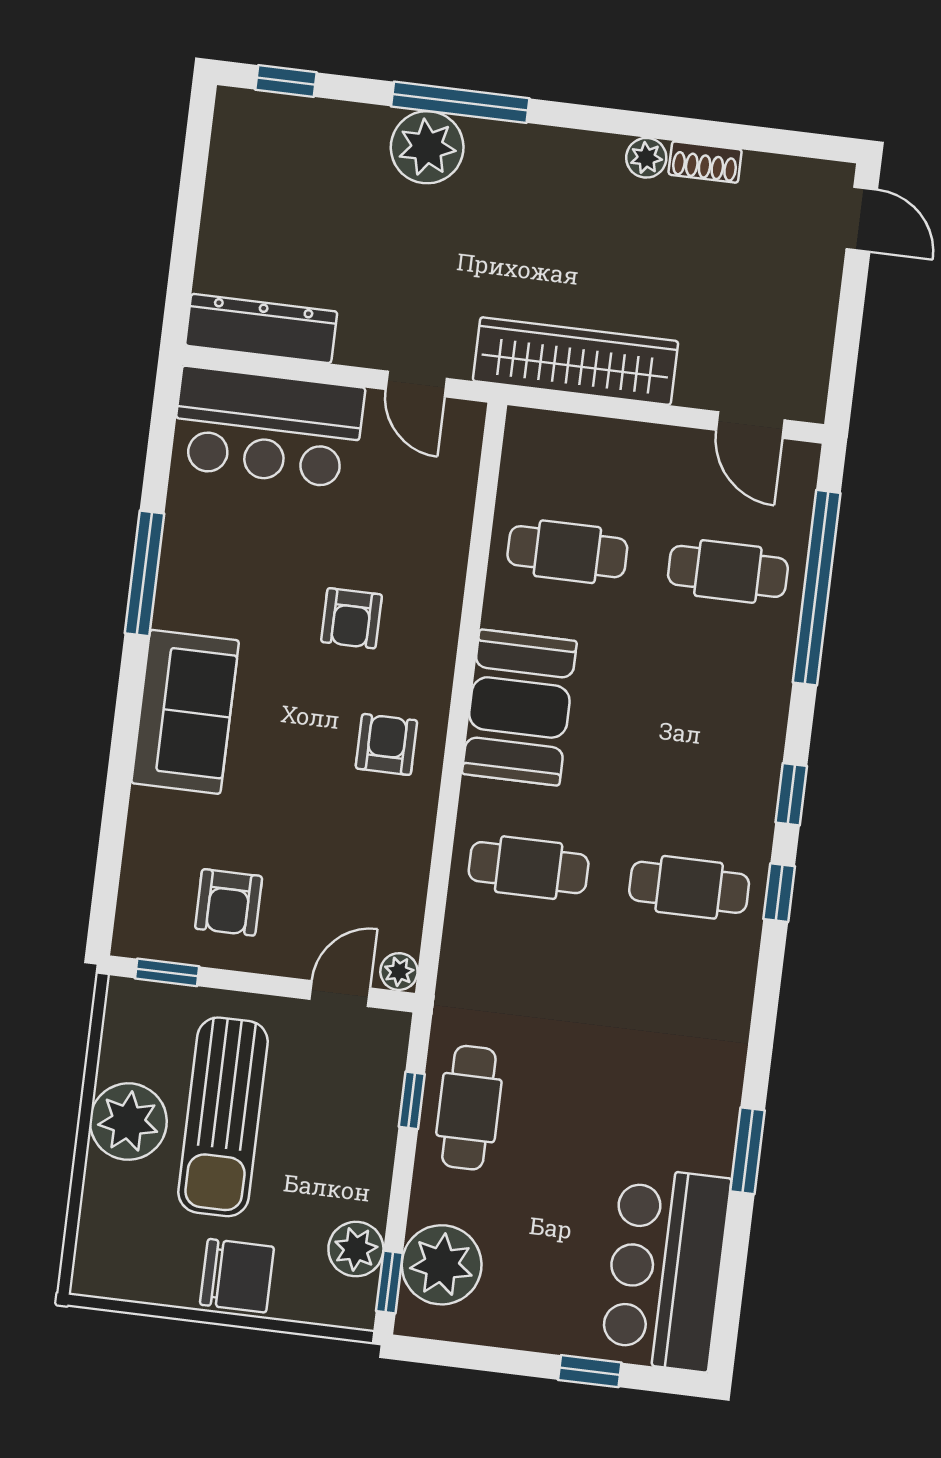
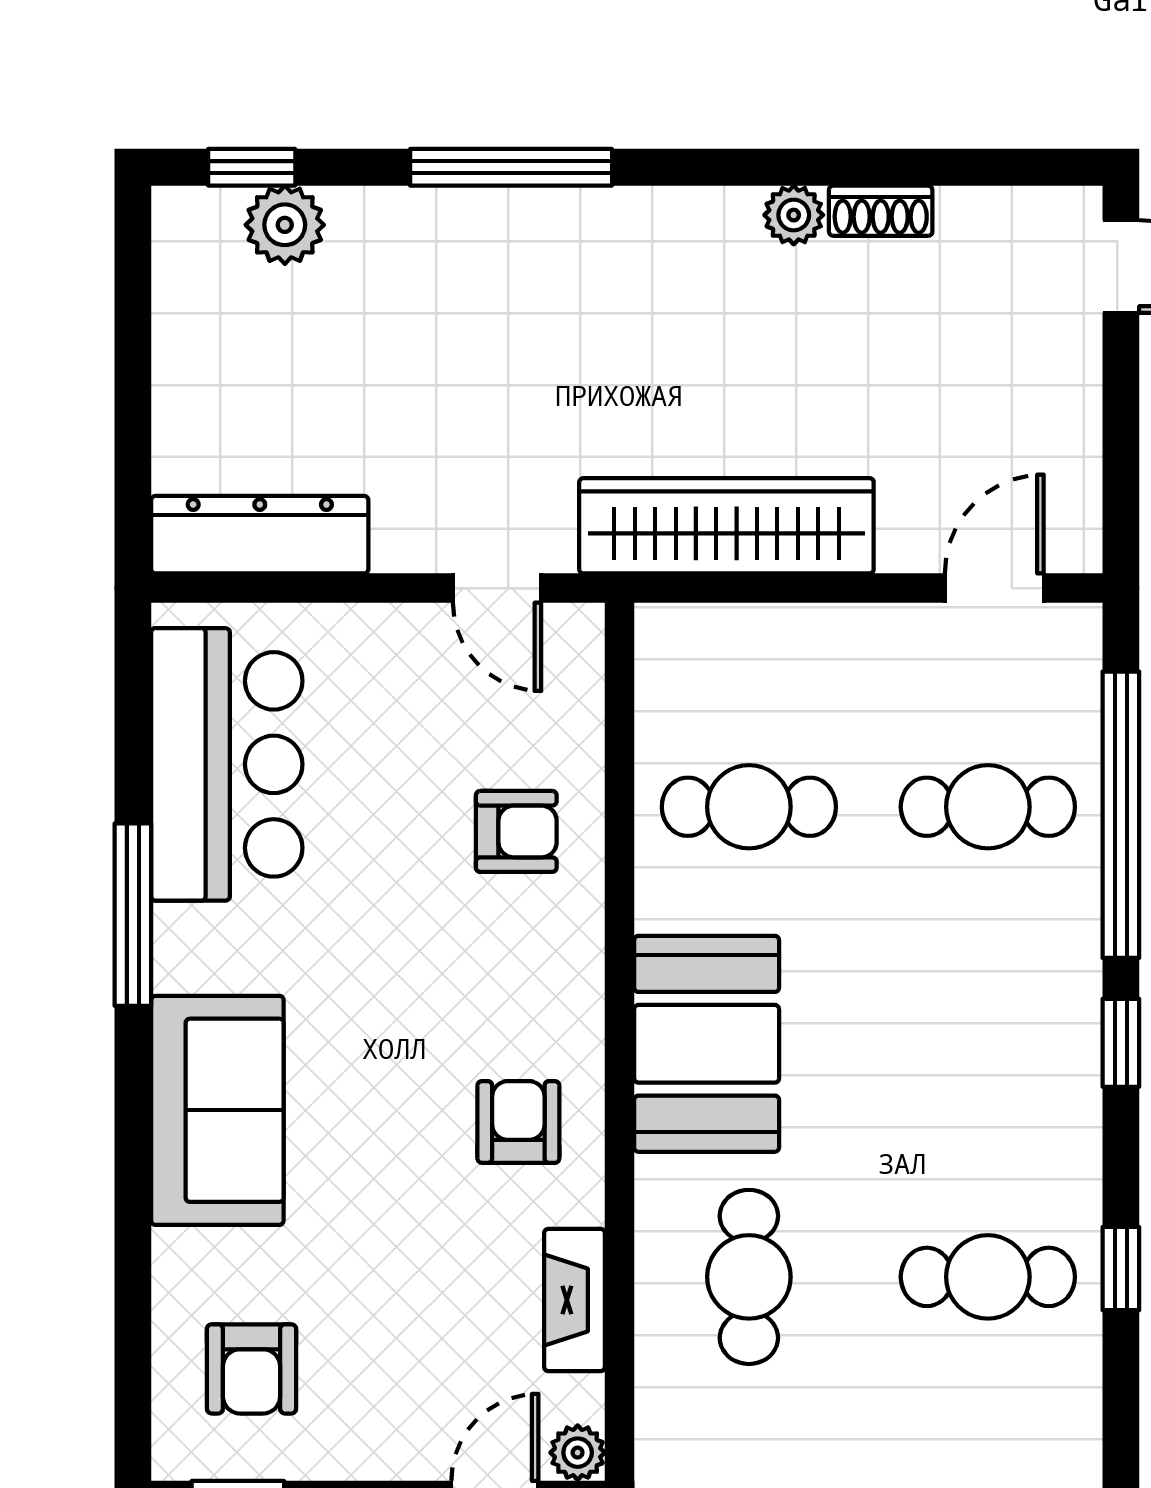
plant: (427, 147) -> (285, 225), moved, width x0.73, depth x0.73
door: (750, 425) -> (994, 588), swing flipped
bar counter: (268, 427) -> (227, 764), moved, turned -90
armchair: (352, 618) -> (516, 831), moved, turned -90
window: (791, 794) -> (1121, 1043), moved
cafe table: (529, 868) -> (749, 1277), turned 90
fireplace: (409, 869) -> (574, 1300), added
armchair: (229, 902) -> (252, 1369), moved

